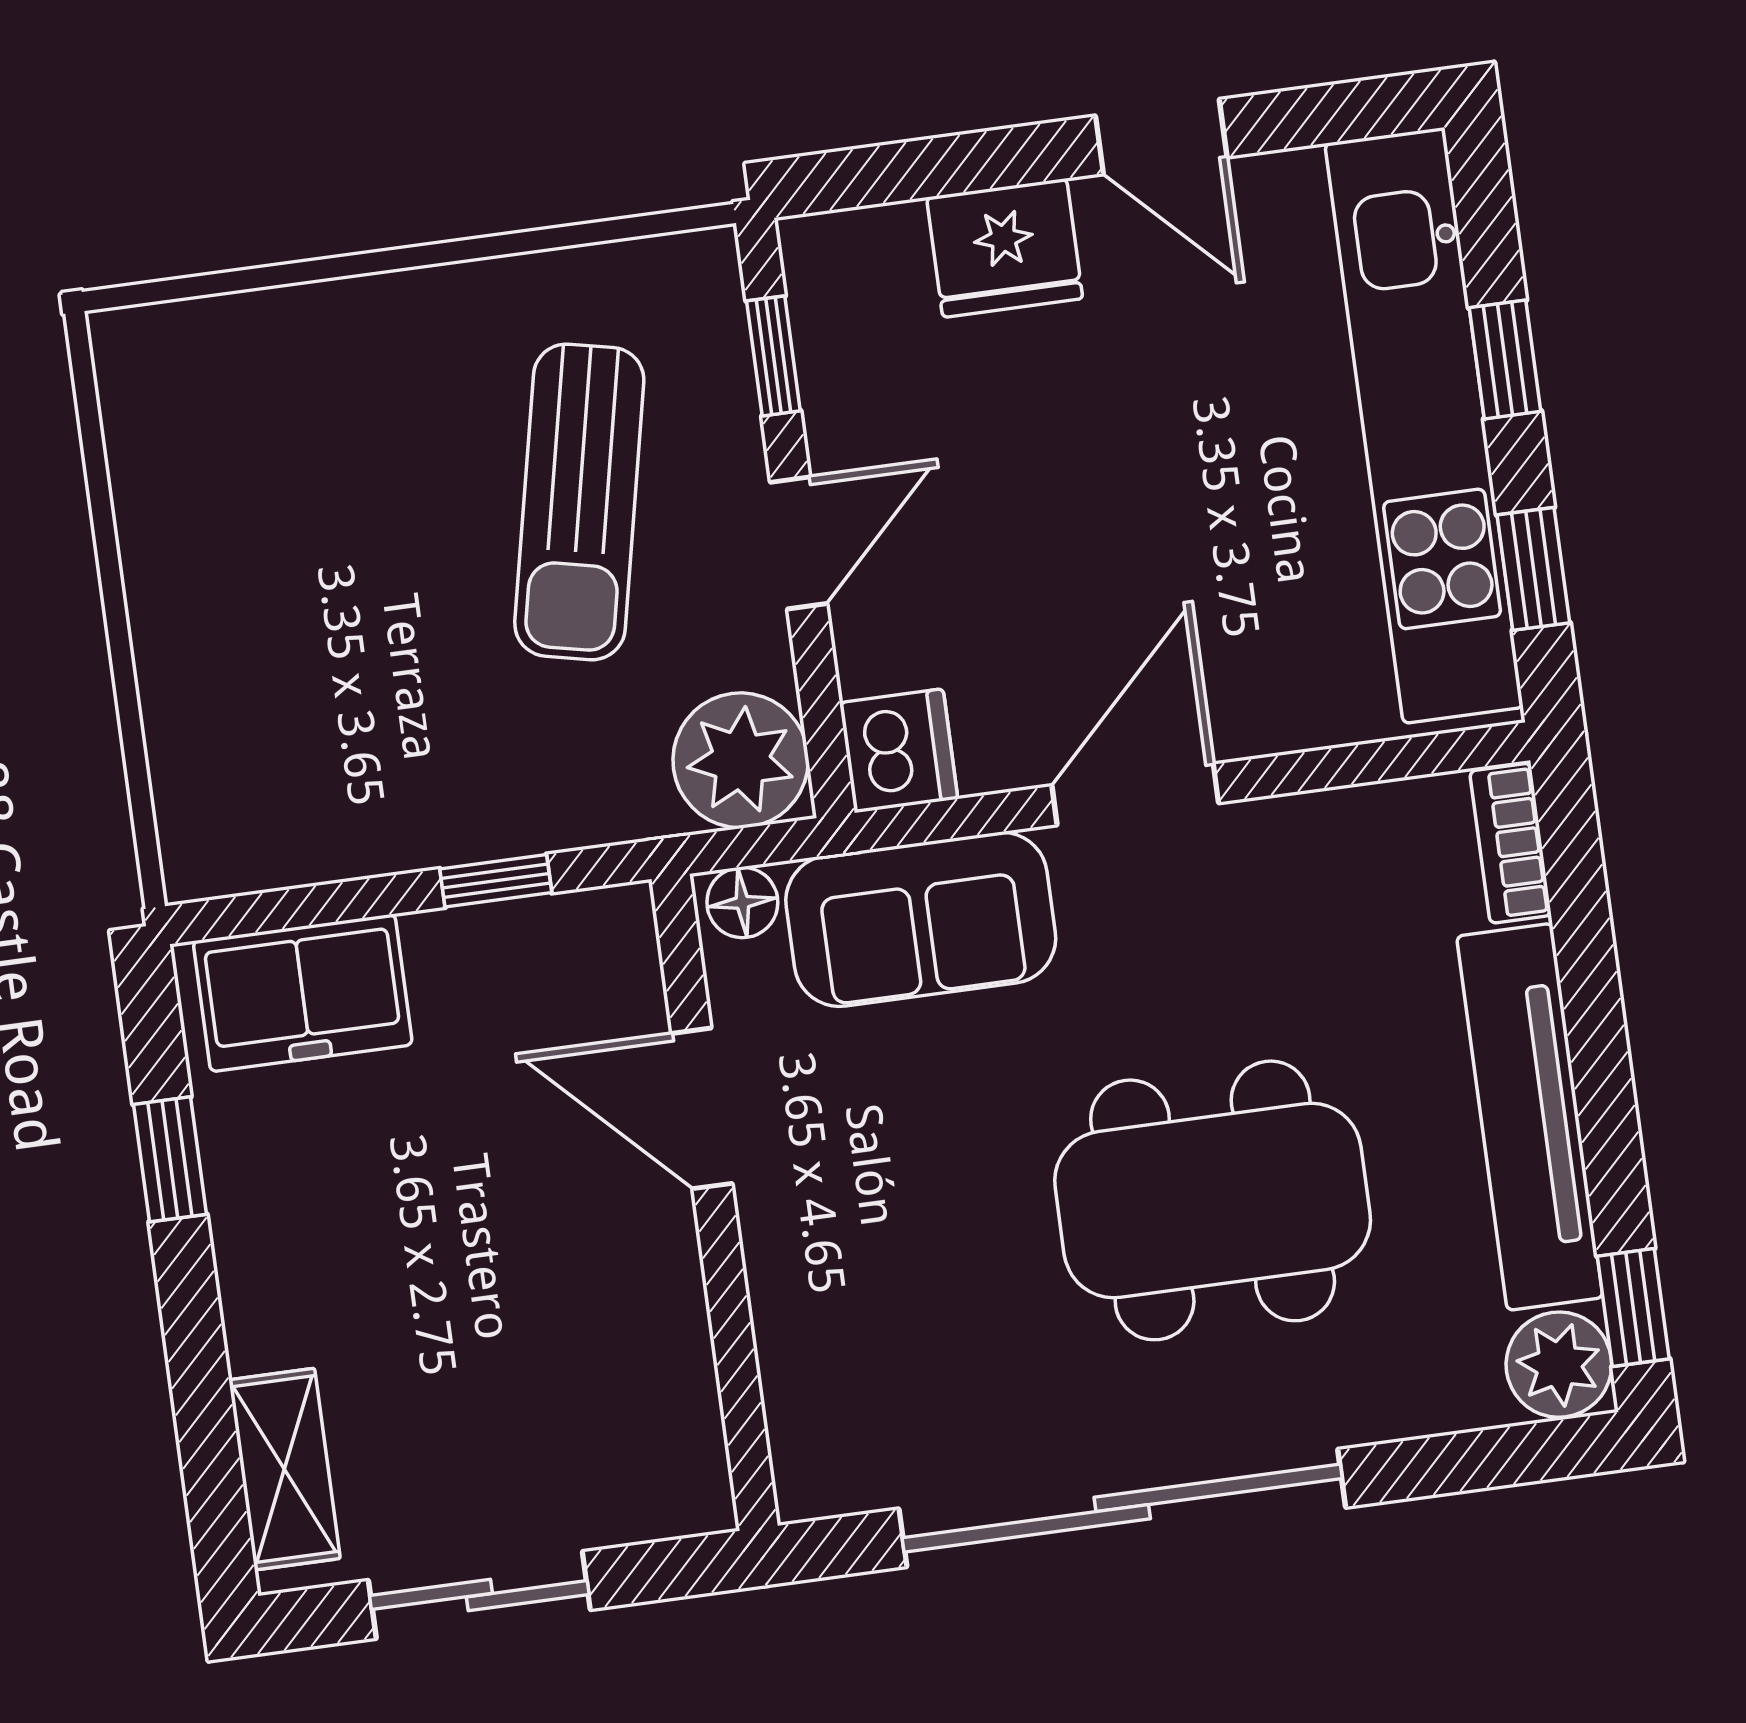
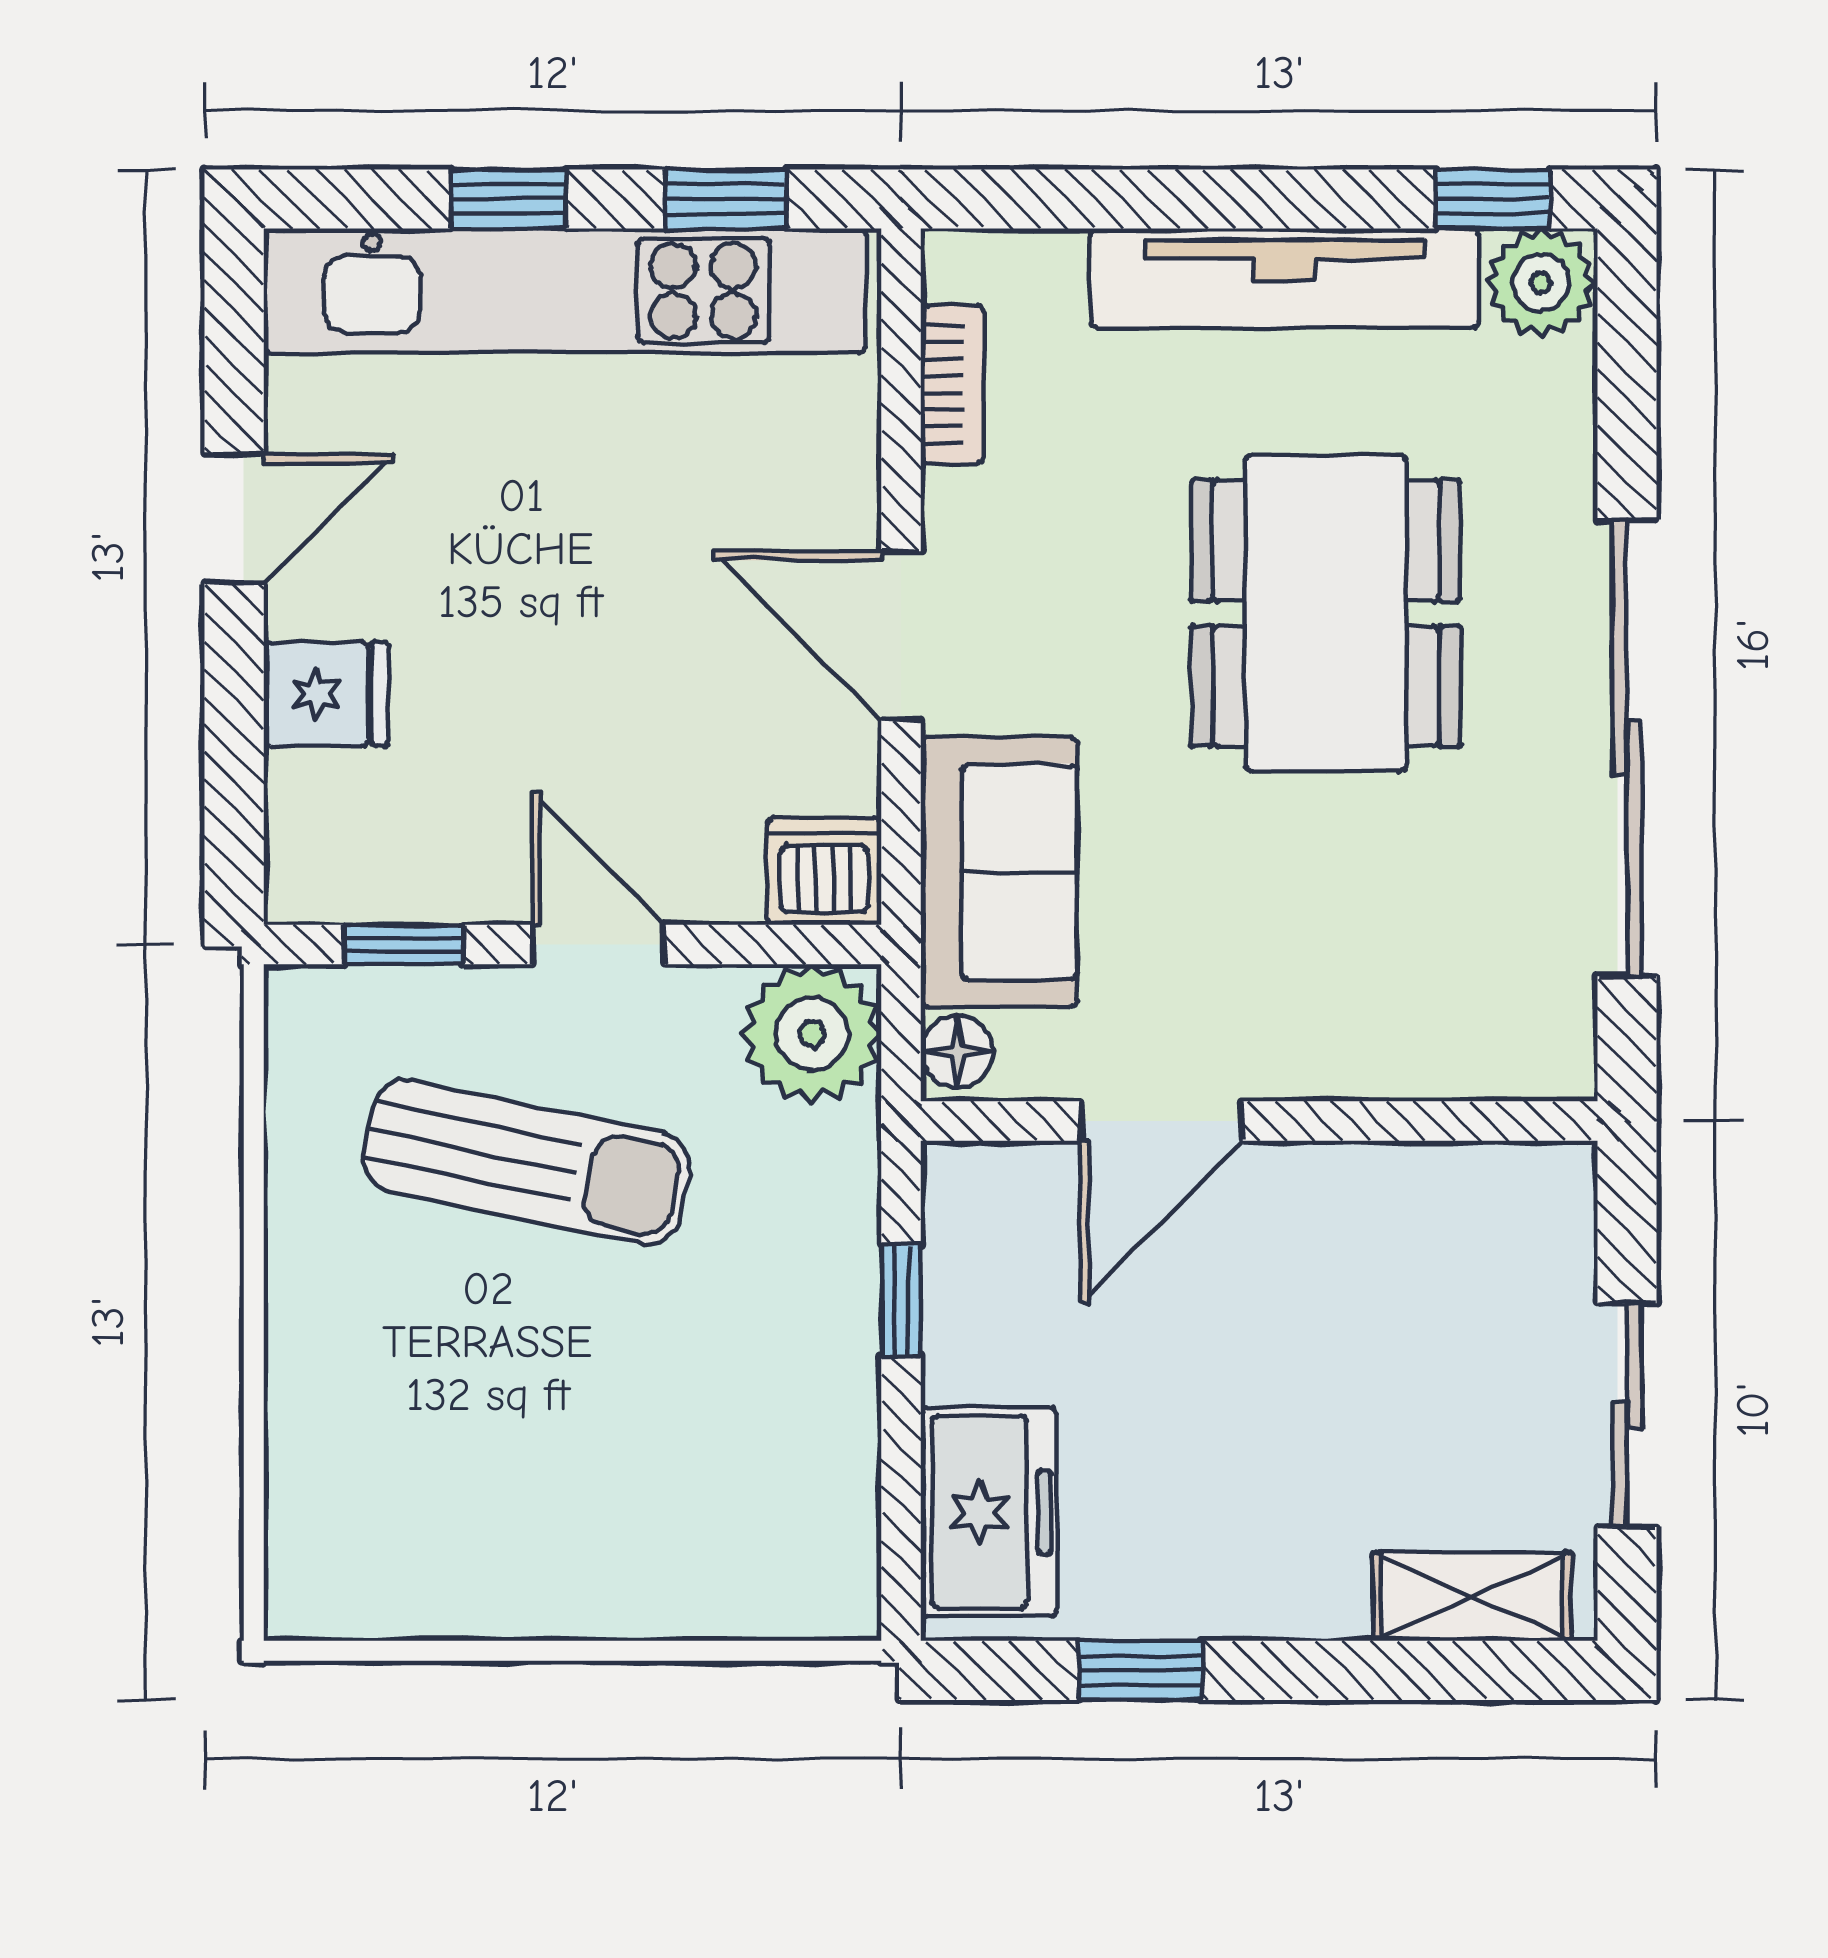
fridge: (1005, 248) -> (326, 694), width x0.72
bookcase: (1510, 843) -> (952, 384), moved, turned -90

